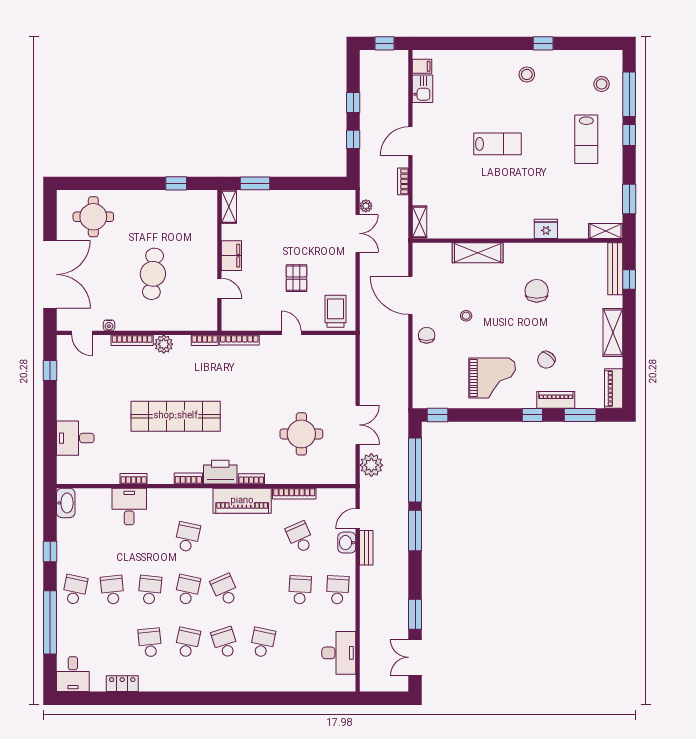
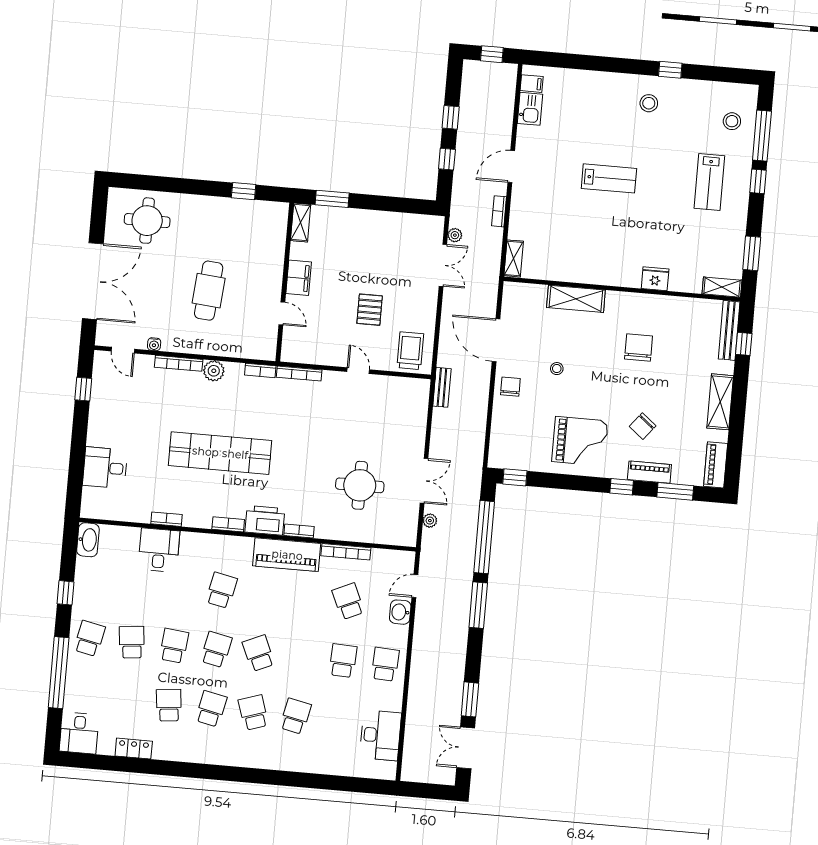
plant: (371, 465) -> (430, 521), width x0.53, depth x0.53
bench: (366, 548) -> (442, 387), moved

